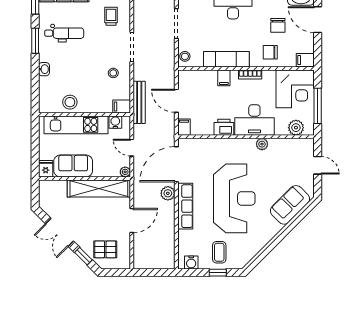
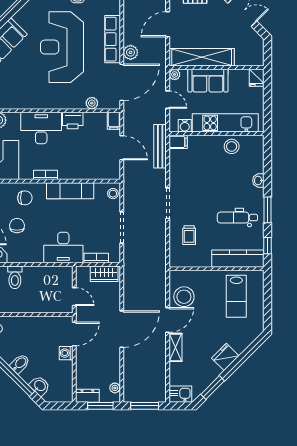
stool: (113, 73) -> (187, 177), removed
filing cabinet: (224, 78) -> (73, 171), removed
plant: (262, 144) -> (92, 103), moved
sofa: (73, 166) -> (208, 81), moved

